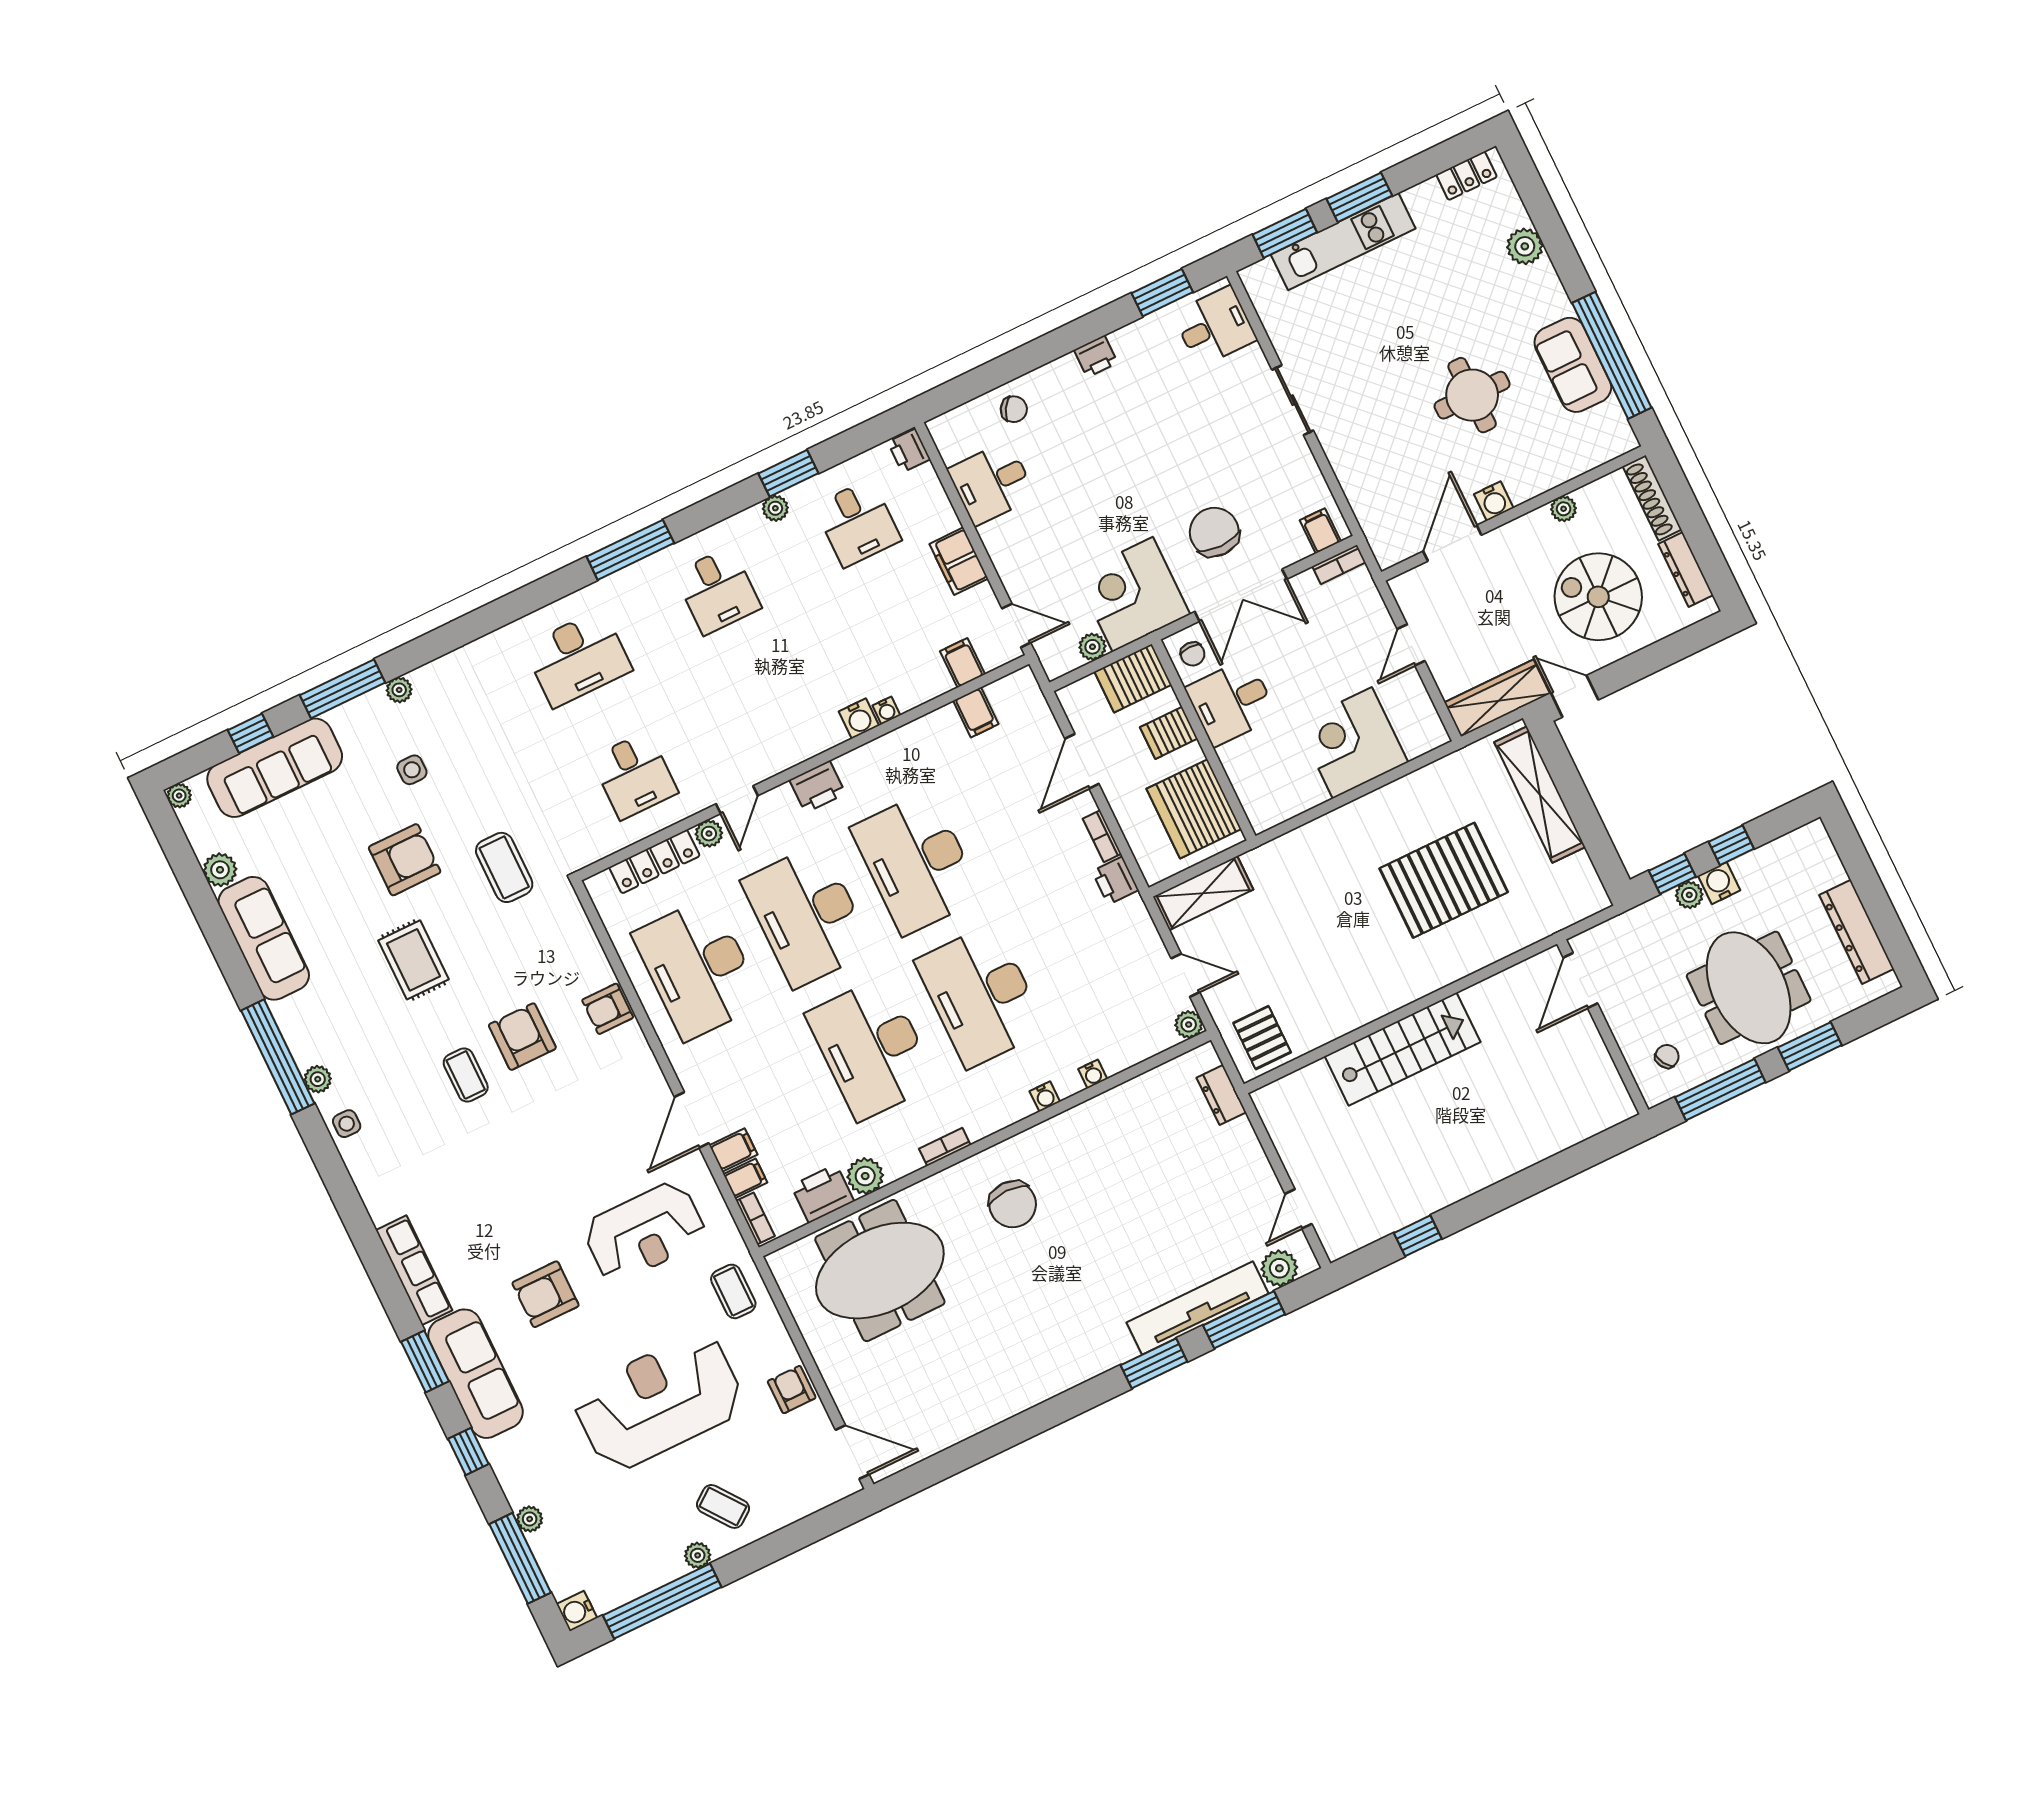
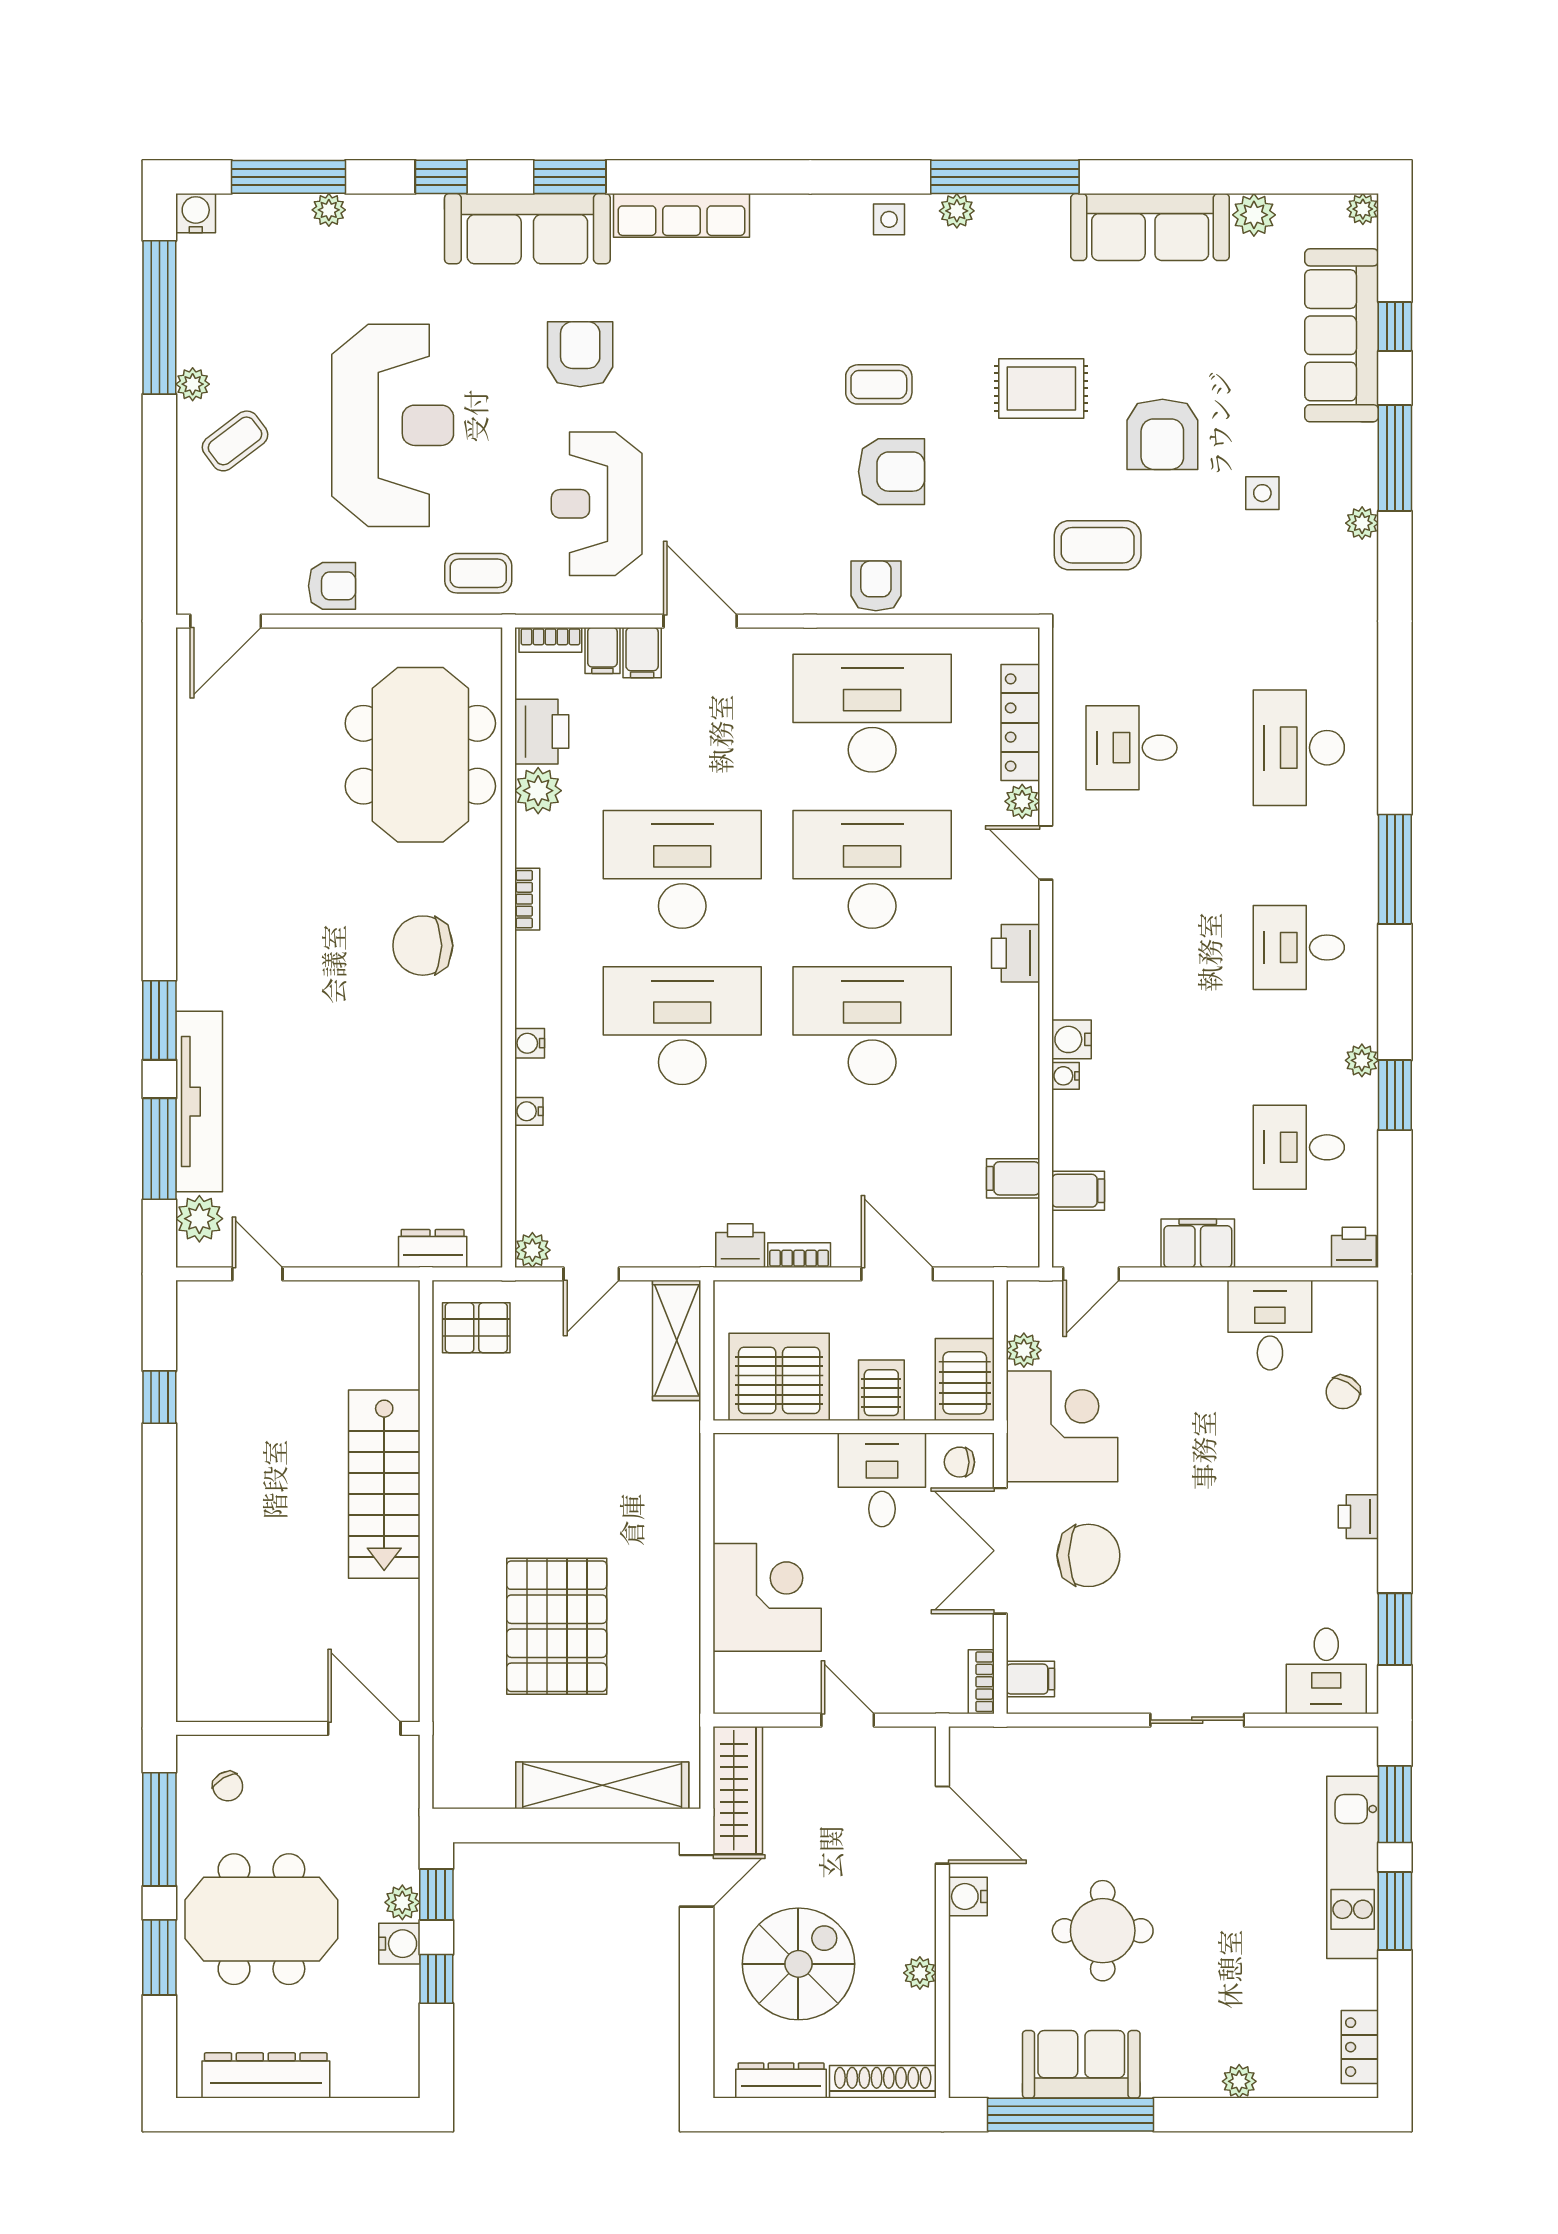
plant: (1525, 246) -> (1239, 2081), width x0.73, depth x0.73

